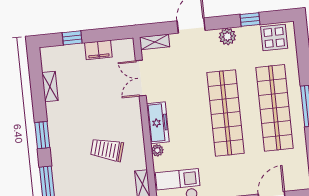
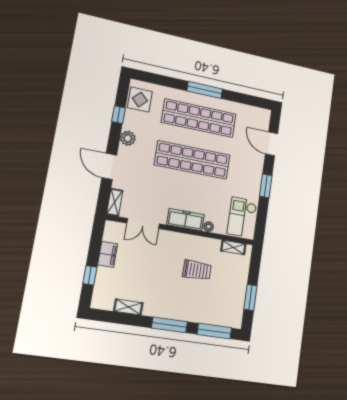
window: (42, 135) -> (169, 325), width x1.44
trolley: (107, 150) -> (197, 270), turned -106

